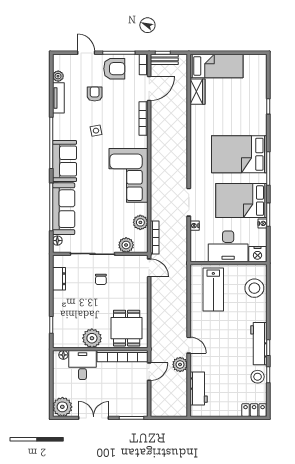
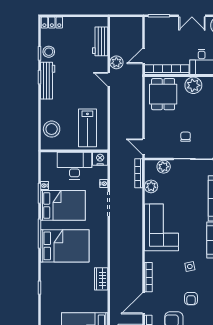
wardrobe: (198, 92) -> (101, 279), moved
nightstand: (257, 254) -> (100, 159), moved
lab bench: (213, 289) -> (87, 128), turned 180

